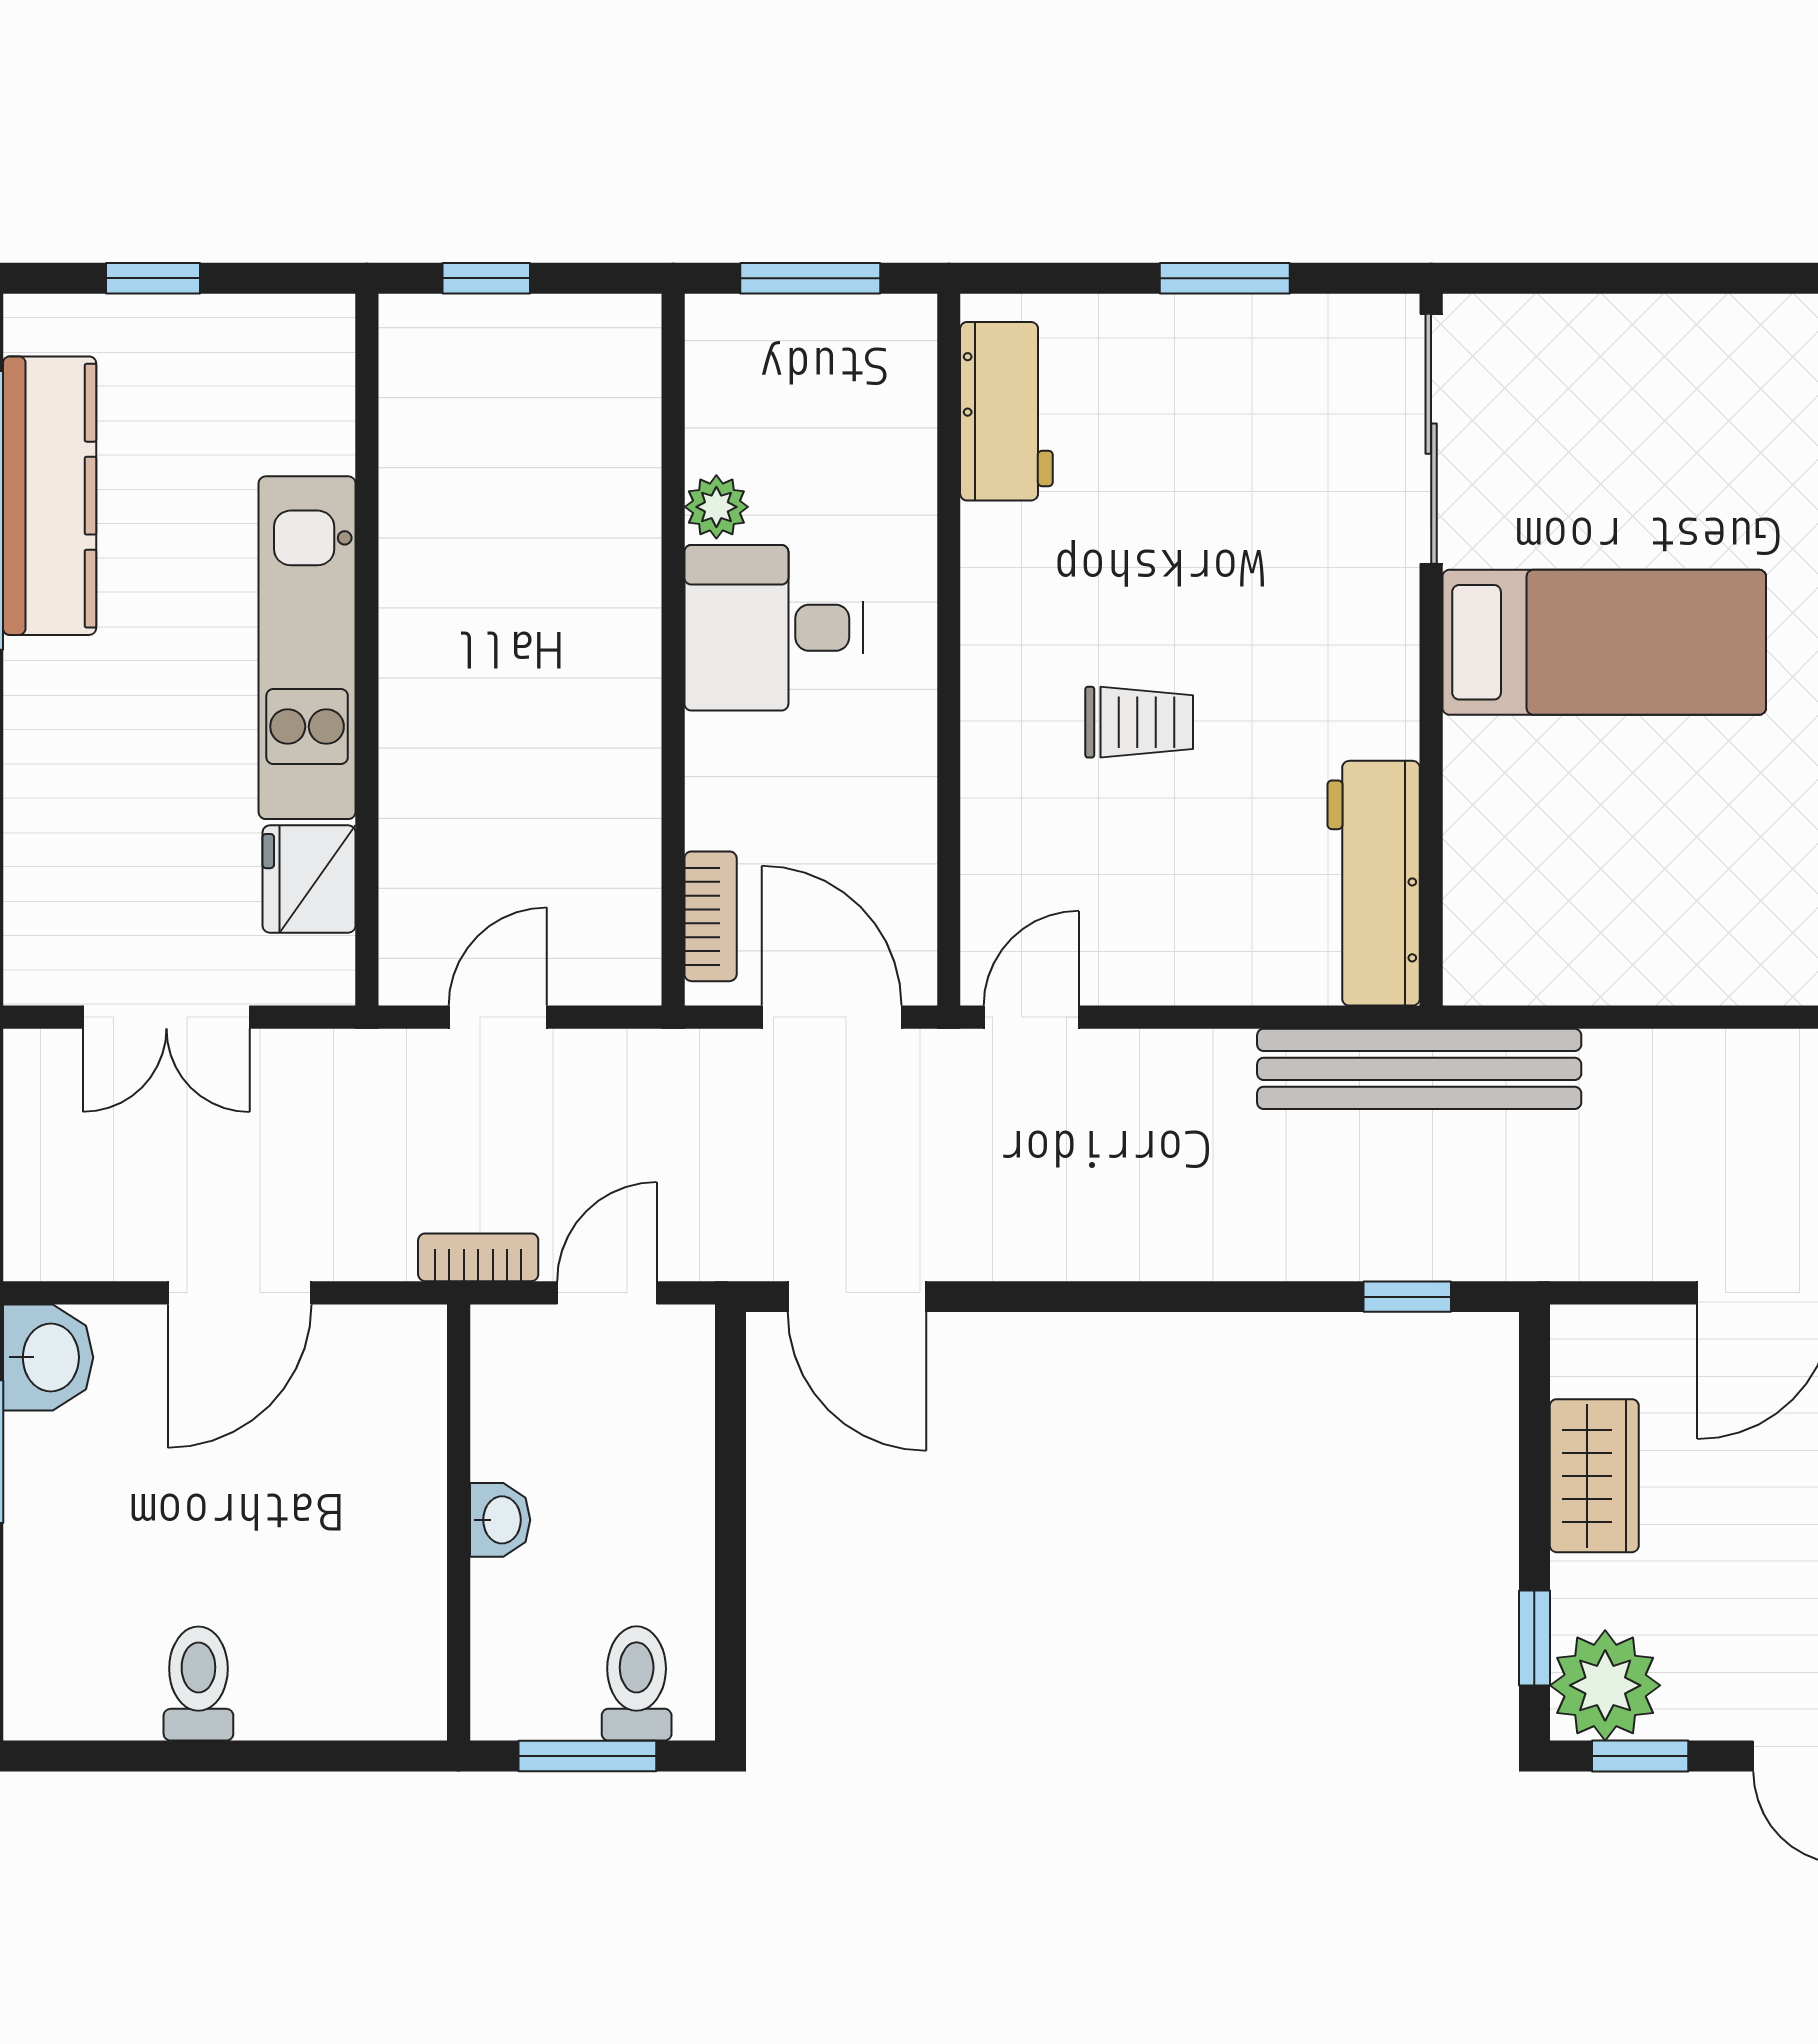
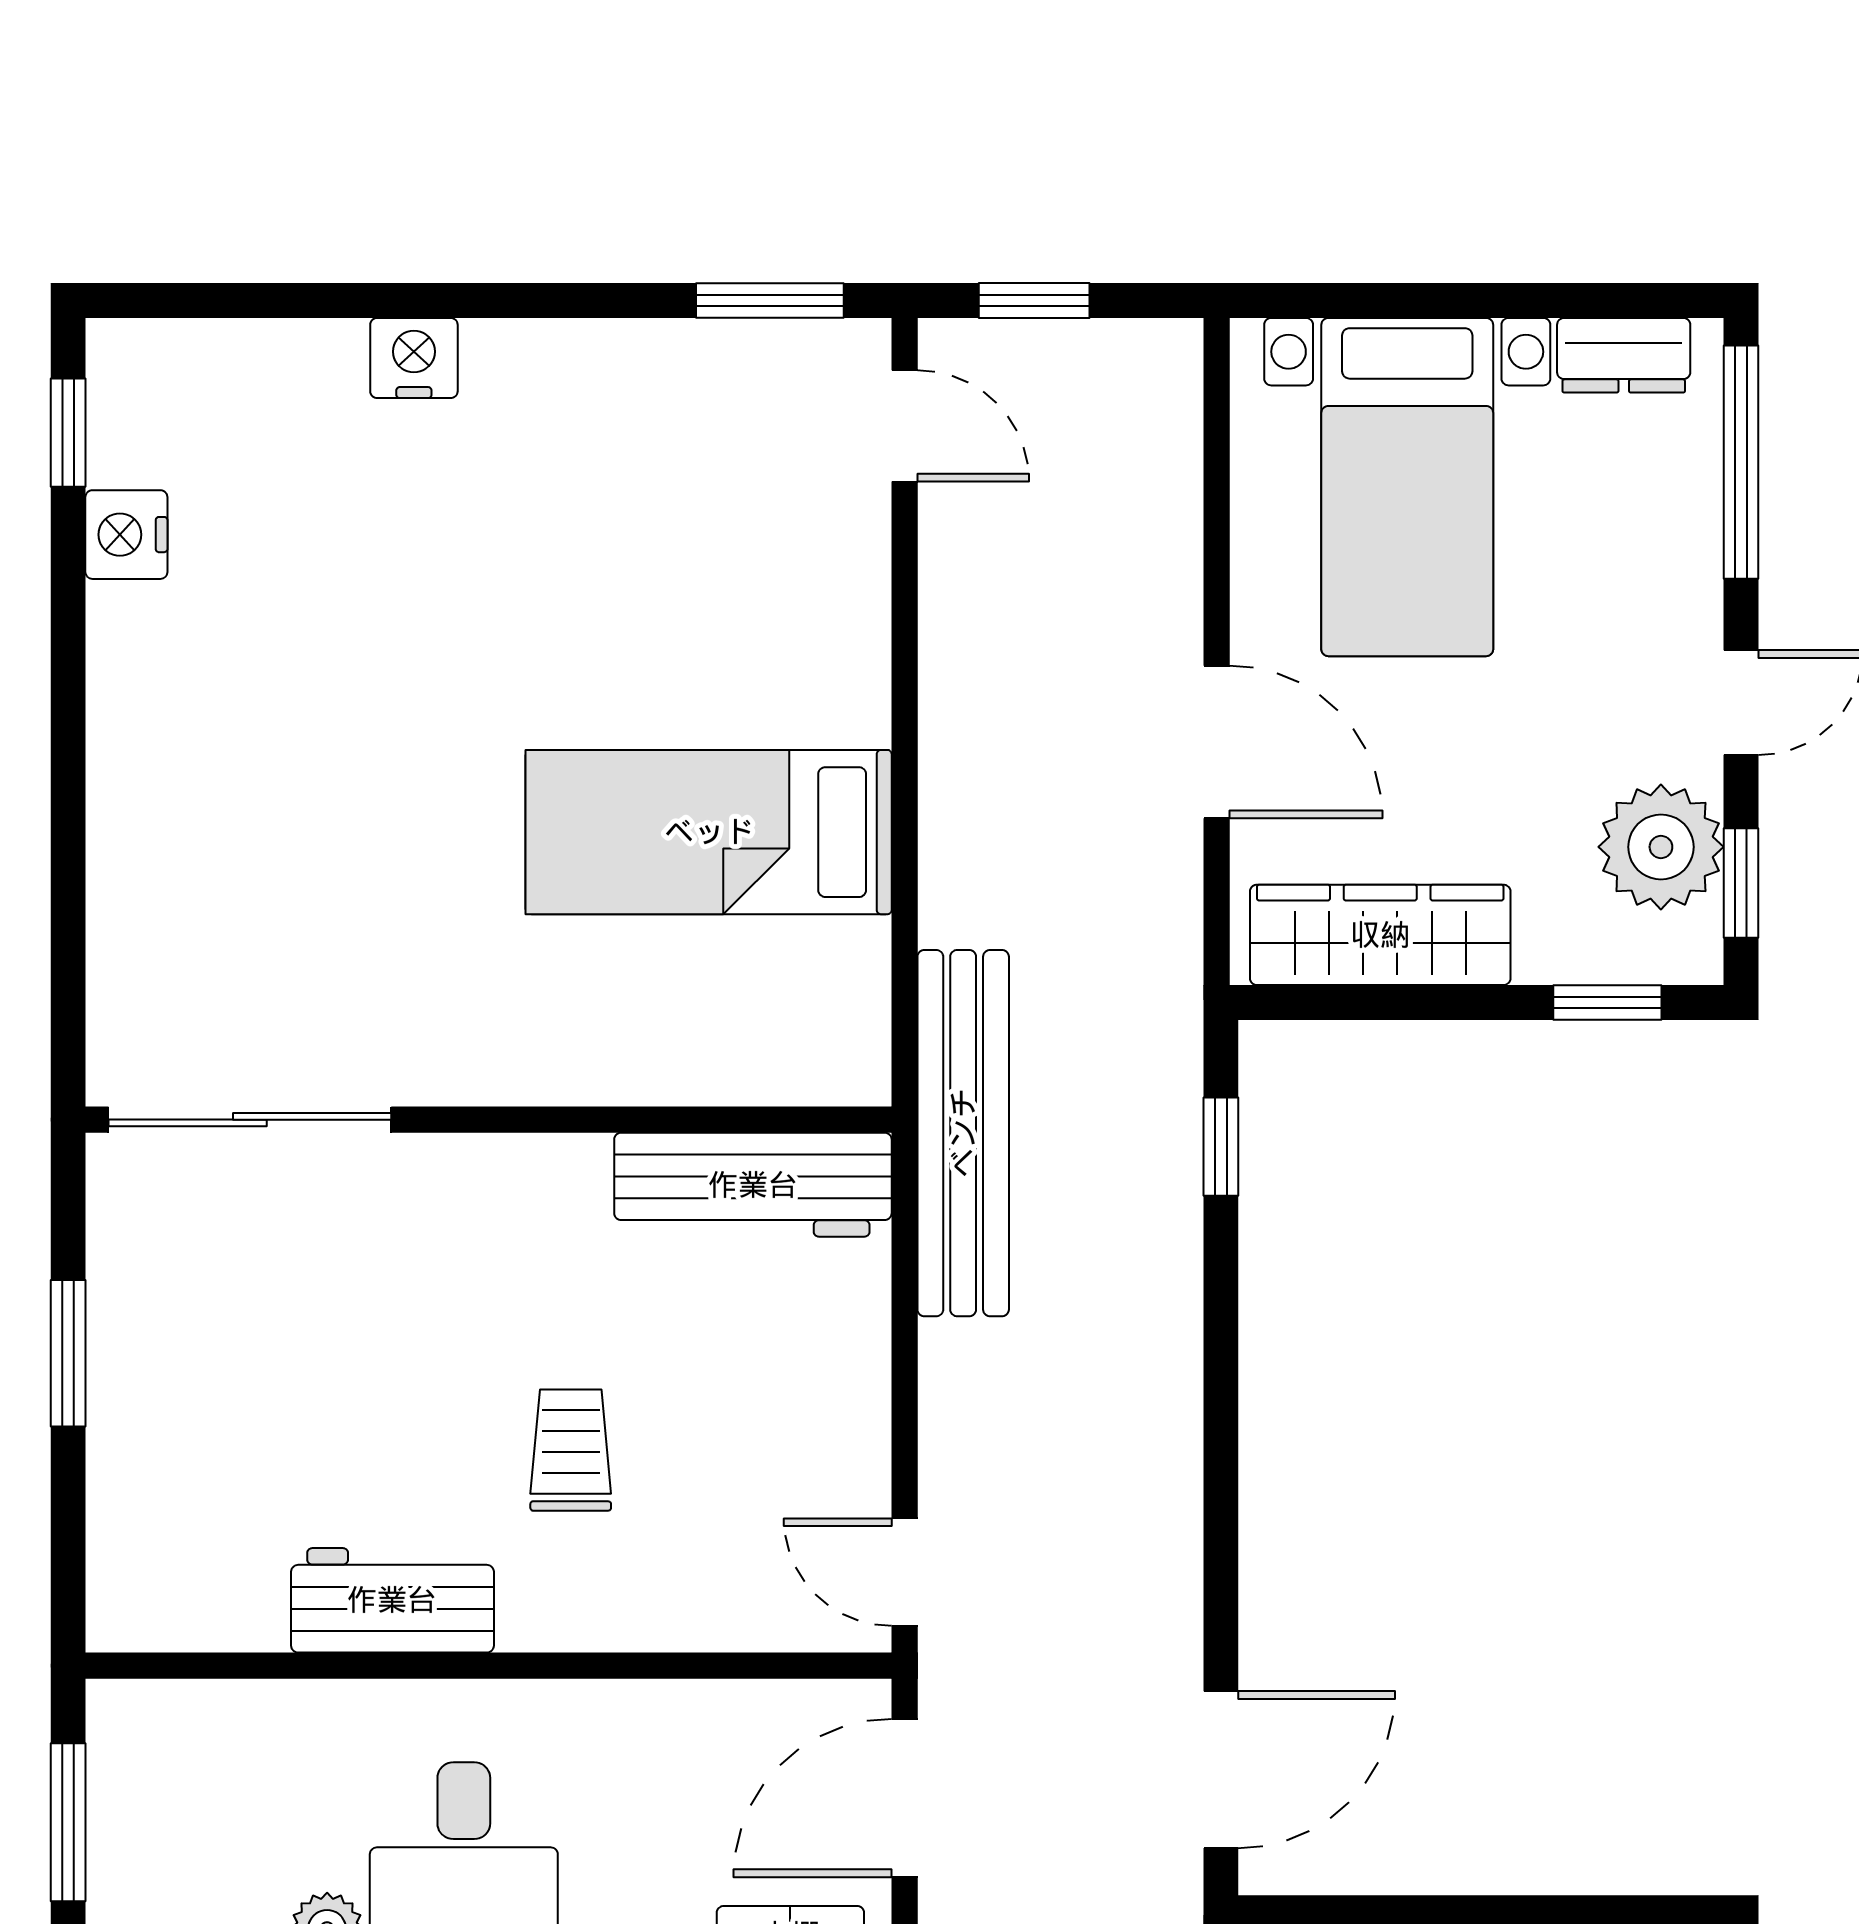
workbench: (1006, 411) -> (392, 1600), moved
bed: (1604, 642) -> (709, 832), moved, turned -90
wardrobe: (1594, 1476) -> (1380, 935), width x1.50
plant: (1605, 1685) -> (1661, 847), moved

